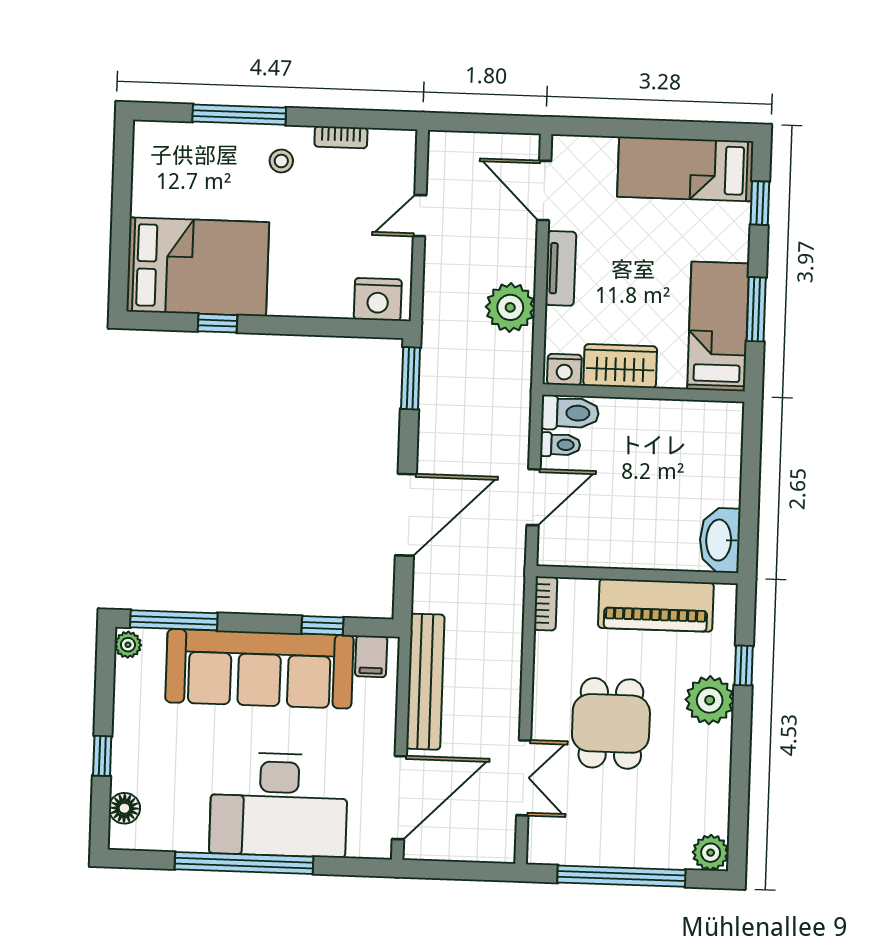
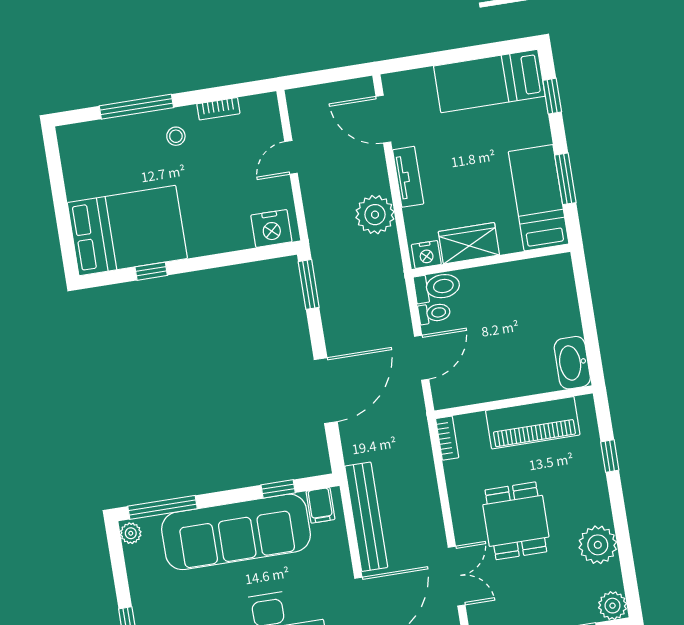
plant: (710, 700) -> (598, 545), moved

